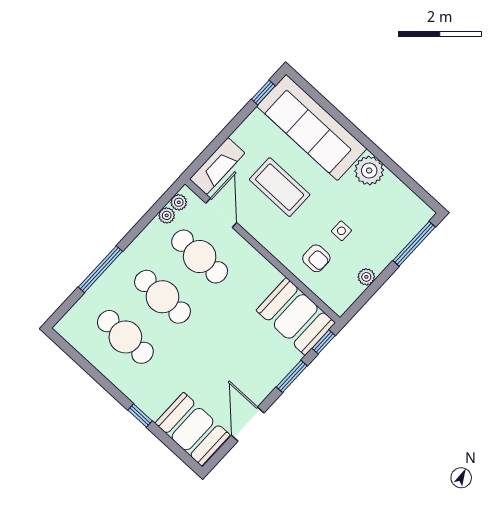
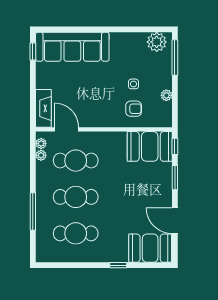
plant: (369, 171) -> (157, 42), moved
coffee table: (280, 187) -> (83, 90), removed

